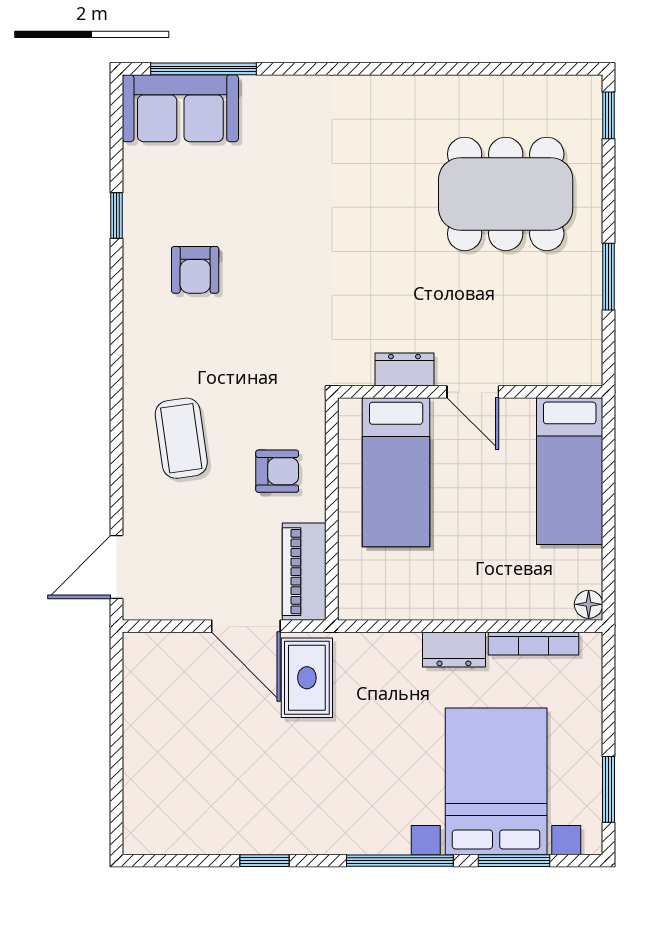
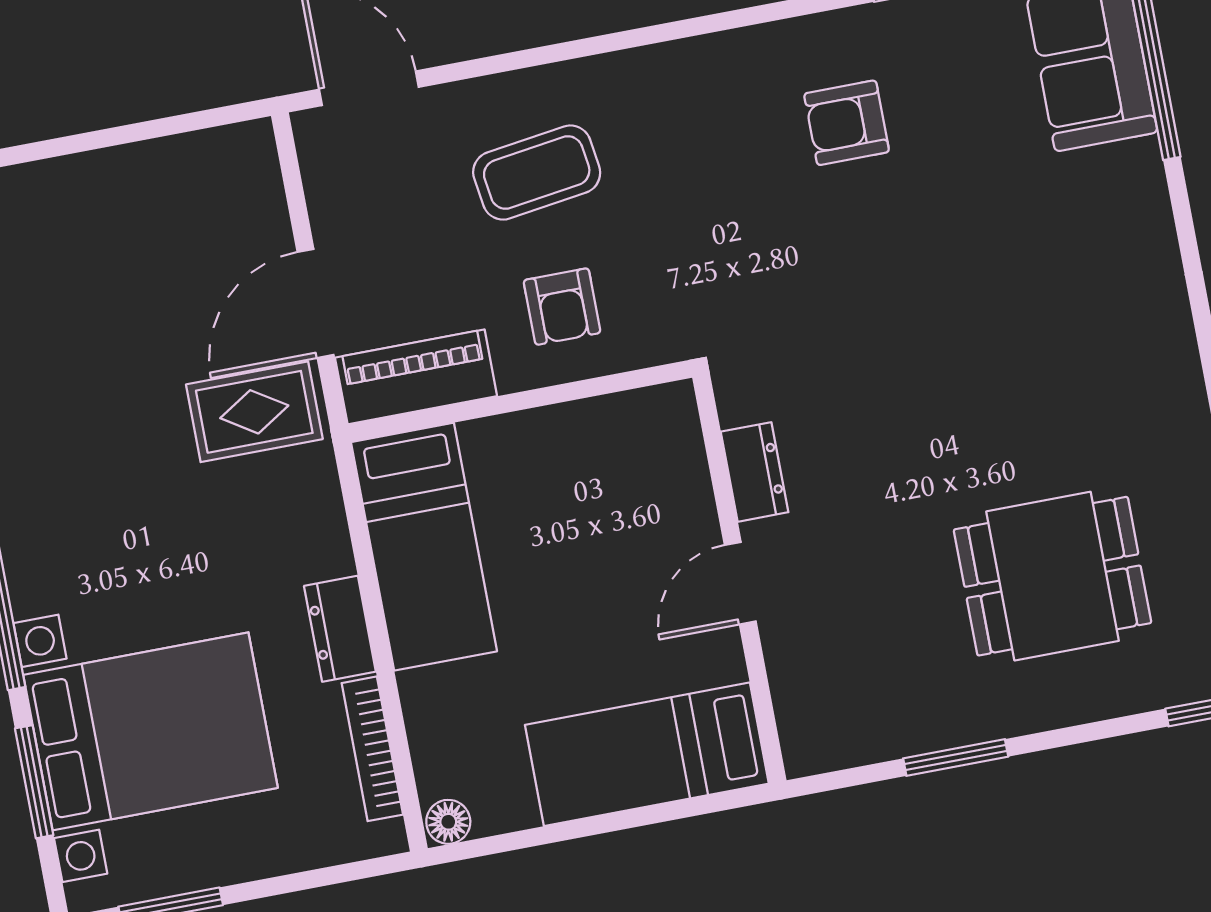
dining table: (506, 194) -> (1053, 576), width x0.73
coffee table: (181, 438) -> (537, 173), moved
bed: (396, 472) -> (424, 547), moved, turned -90

